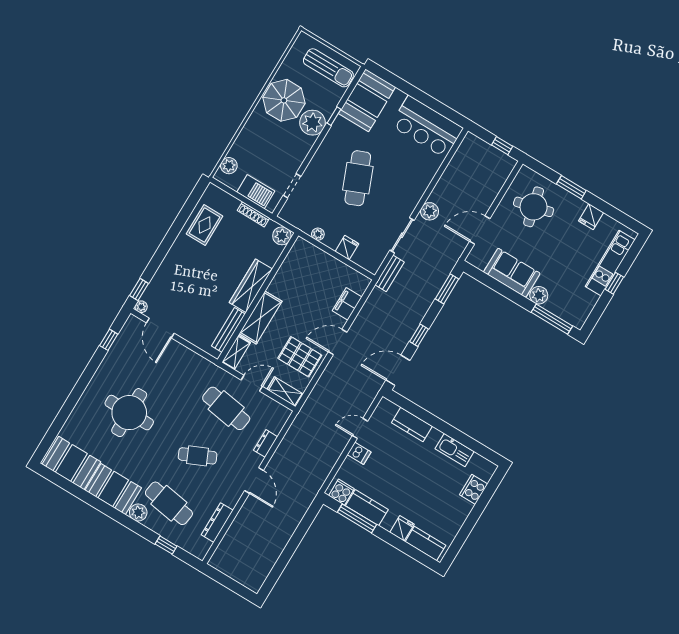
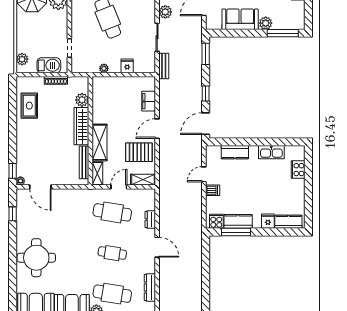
plant: (282, 236) -> (82, 100), moved
round table: (129, 413) -> (36, 258), moved
cafe table: (198, 456) -> (112, 253), turned 33

